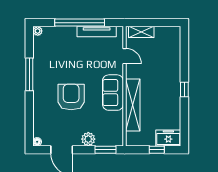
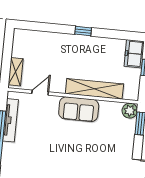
armchair: (71, 97) -> (79, 155), removed
plant: (88, 139) -> (130, 111), moved

